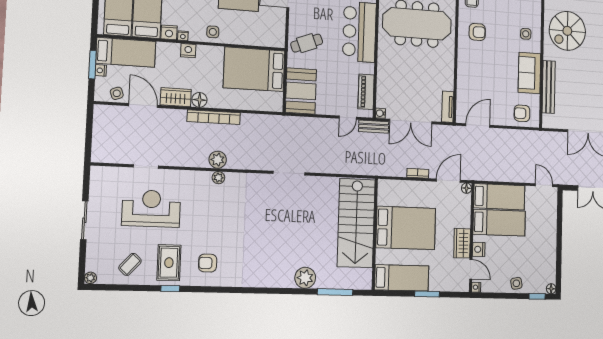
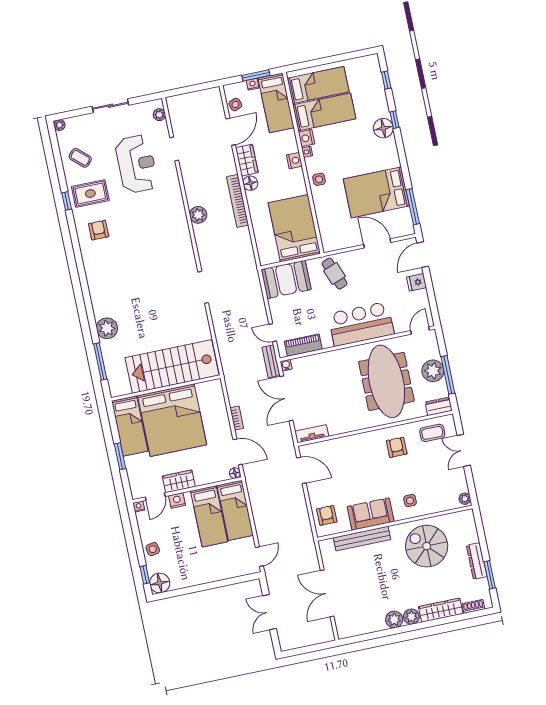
armchair: (477, 32) -> (397, 447), turned 180
plant: (218, 178) -> (159, 115), moved
bed: (406, 228) -> (172, 420), width x1.36
floor lamp: (551, 289) -> (160, 583), width x1.89, depth x1.89

